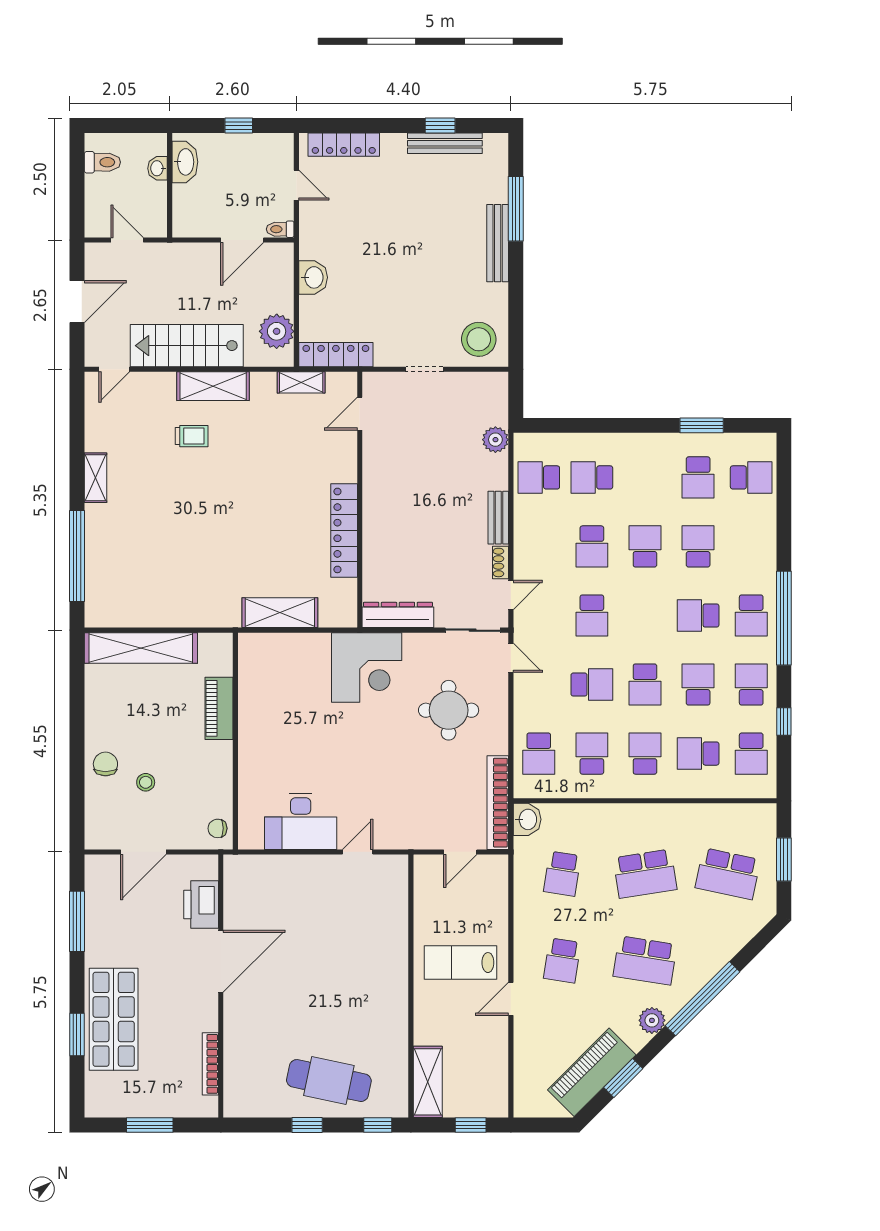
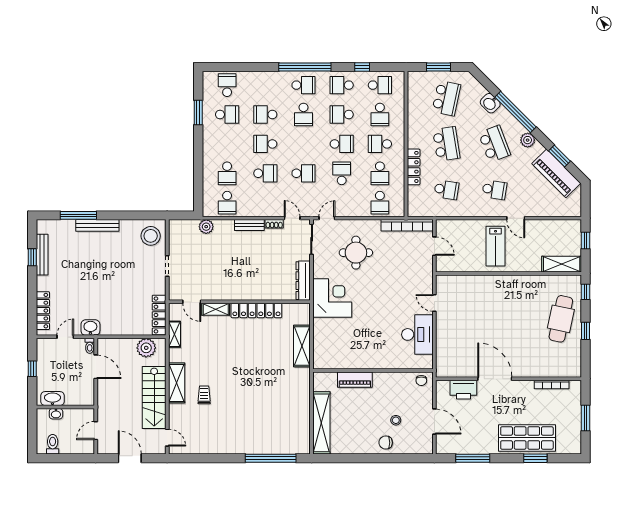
washbasin: (313, 277) -> (90, 328), moved
shelving: (95, 478) -> (216, 309), moved
school desk: (539, 754) -> (380, 203), turned 90
school desk: (592, 754) -> (380, 173), turned -90
locker: (603, 814) -> (414, 167), added
washbasin: (527, 819) -> (490, 103), moved, turned -135
school desk: (645, 960) -> (494, 144), turned -30

